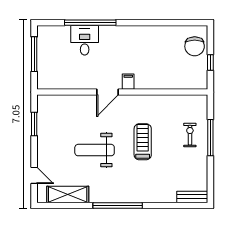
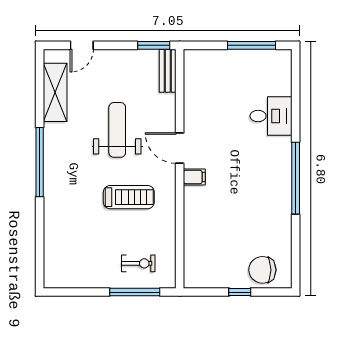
window: (90, 23) -> (296, 178), moved
filing cabinet: (128, 82) -> (194, 177), moved
door: (108, 92) -> (180, 148), moved
wall: (122, 92) -> (180, 169), moved
bench: (192, 197) -> (168, 71), moved

